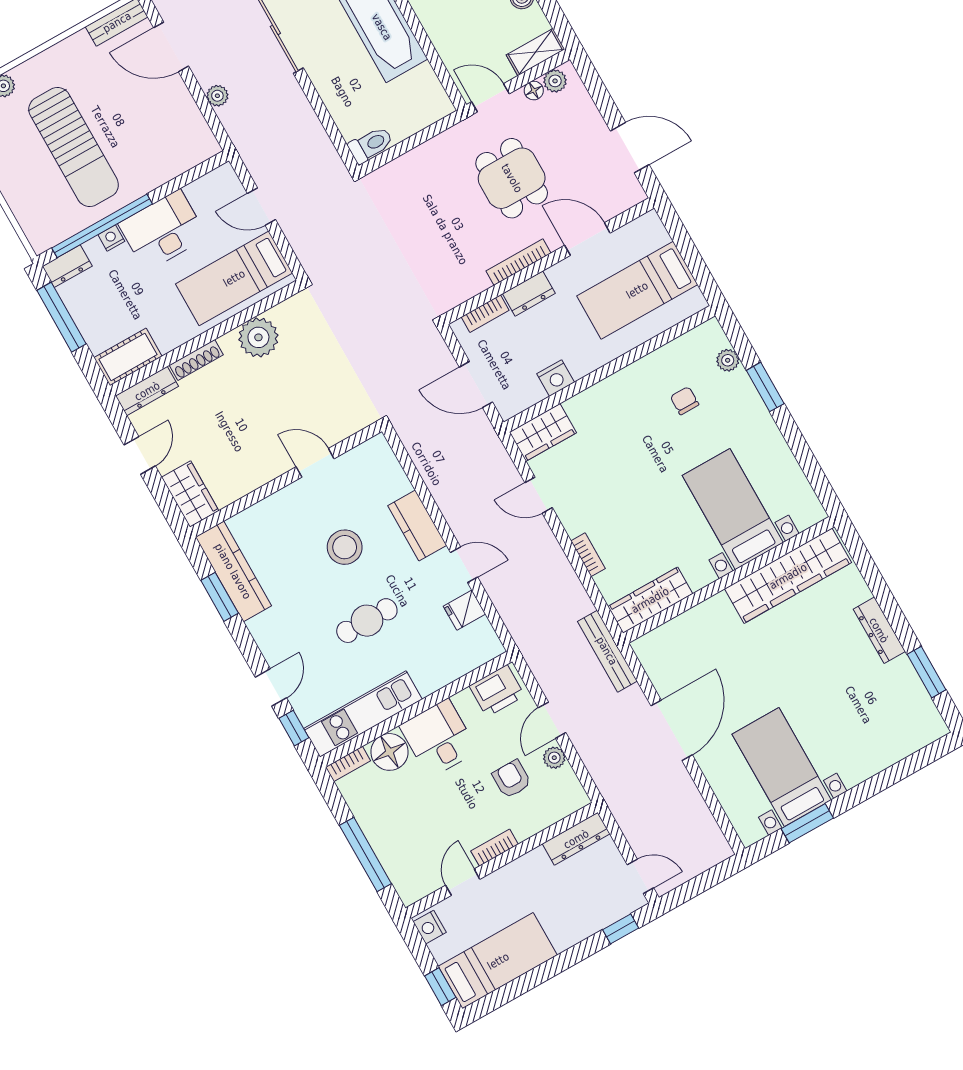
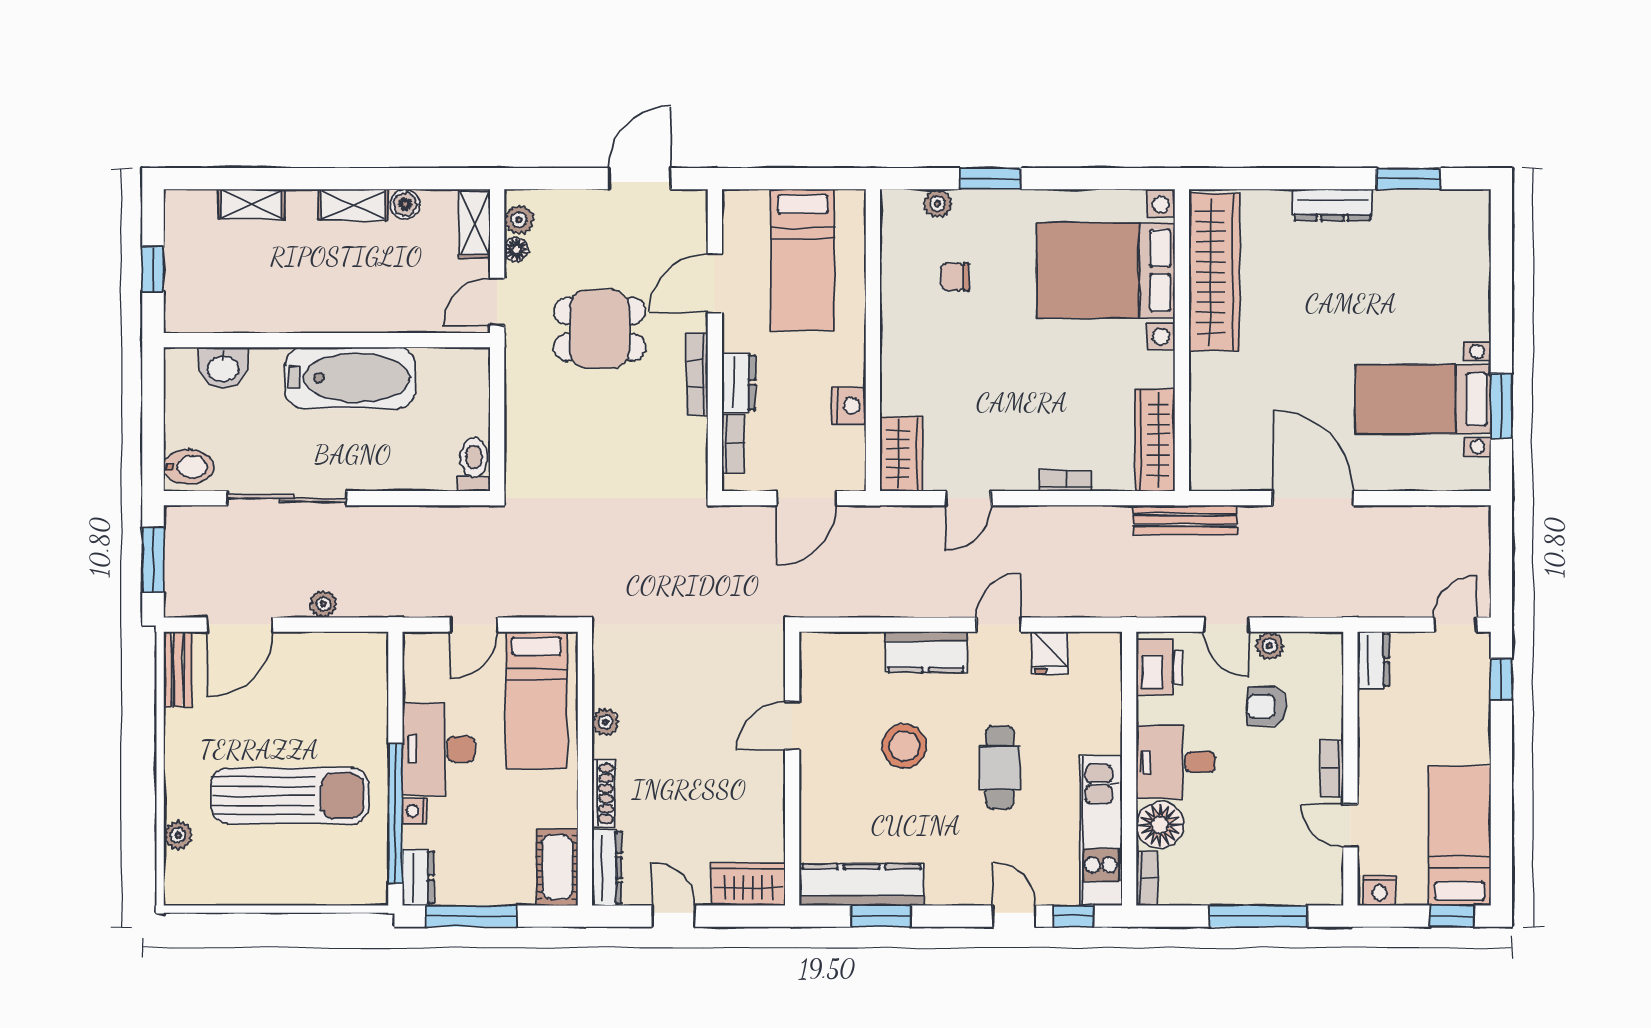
plant: (258, 337) -> (605, 722), width x0.53, depth x0.53
bed with nightstands: (733, 509) -> (1106, 270), width x1.36
dresser: (576, 839) -> (1373, 660), width x0.70

